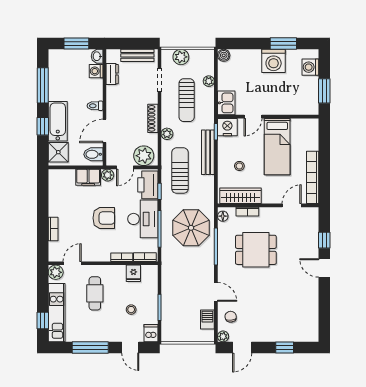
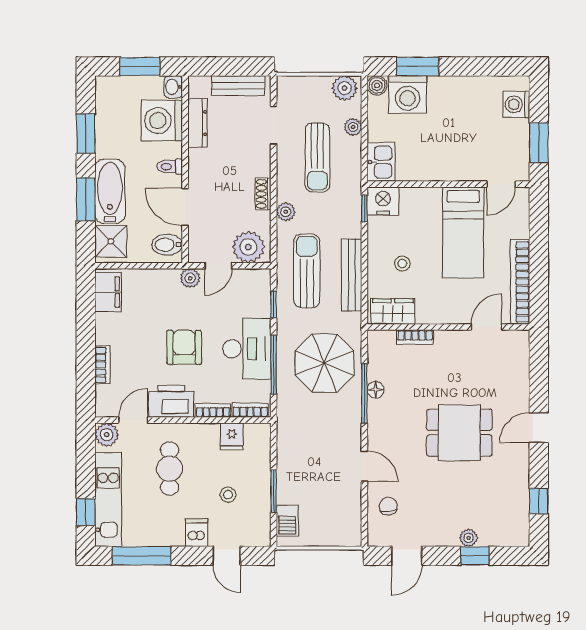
window: (283, 44) -> (418, 66), moved
plant: (181, 57) -> (345, 88), moved
washing machine: (274, 61) -> (408, 94), moved
washing machine: (96, 71) -> (162, 120), width x1.89, depth x1.89
dresser: (112, 74) -> (197, 123), width x1.44
window: (43, 85) -> (86, 134), width x0.69
door: (253, 117) -> (501, 184), moved
shoe rack: (153, 118) -> (263, 194), width x0.70
window: (43, 126) -> (86, 199), width x1.50
door: (104, 131) -> (185, 207), hinge flipped
bench: (208, 152) -> (352, 275), moved
filing cabinet: (88, 177) -> (108, 292), moved, turned -90
printer: (148, 185) -> (171, 401), moved, turned 90
wardrobe: (240, 196) -> (393, 311), width x0.67
floor lamp: (223, 216) -> (376, 390), moved
armchair: (104, 218) -> (184, 347), turned -90
window: (324, 240) -> (539, 501), moved
dining table: (256, 250) -> (459, 433), moved
door: (324, 268) -> (539, 428), hinge flipped
barbecue: (207, 320) -> (287, 521), moved, turned 180
dishwasher: (151, 333) -> (197, 533), moved
plant: (223, 336) -> (469, 538), moved
window: (90, 348) -> (142, 556), moved

